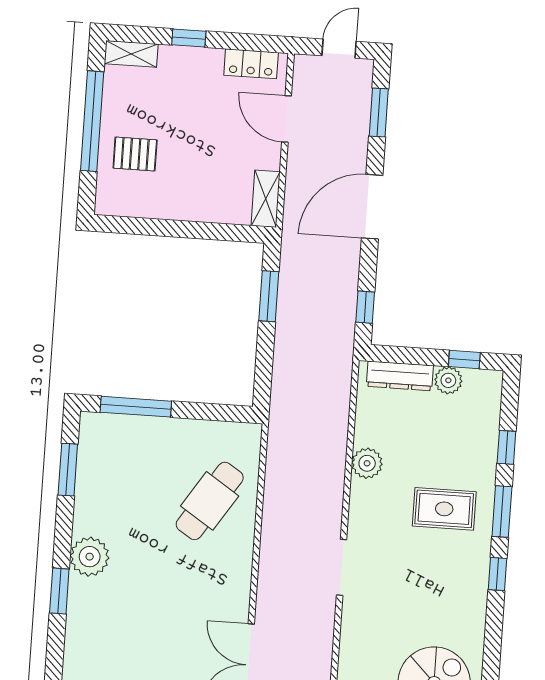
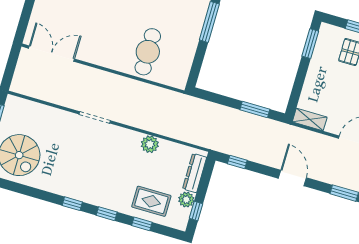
door: (372, 207) -> (292, 178), width x0.73
window: (135, 226) -> (310, 44), added
cafe table: (210, 501) -> (148, 52), turned 57
rug: (444, 509) -> (151, 201), moved, turned 90
window: (502, 512) -> (107, 214), width x0.67

